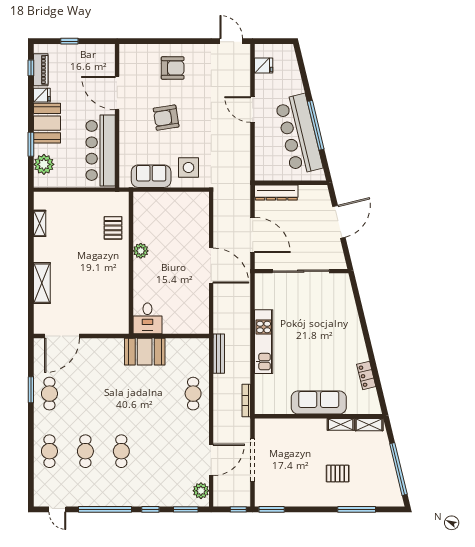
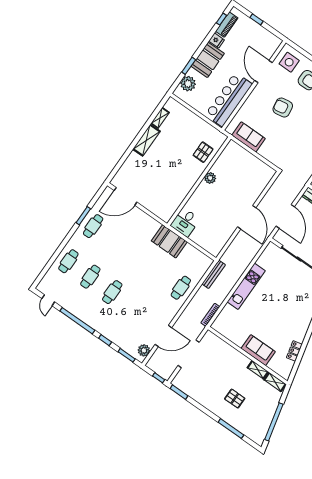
side table: (188, 168) -> (289, 62), moved
shelving: (42, 283) -> (146, 140), moved
sofa: (319, 402) -> (258, 350), width x0.73

